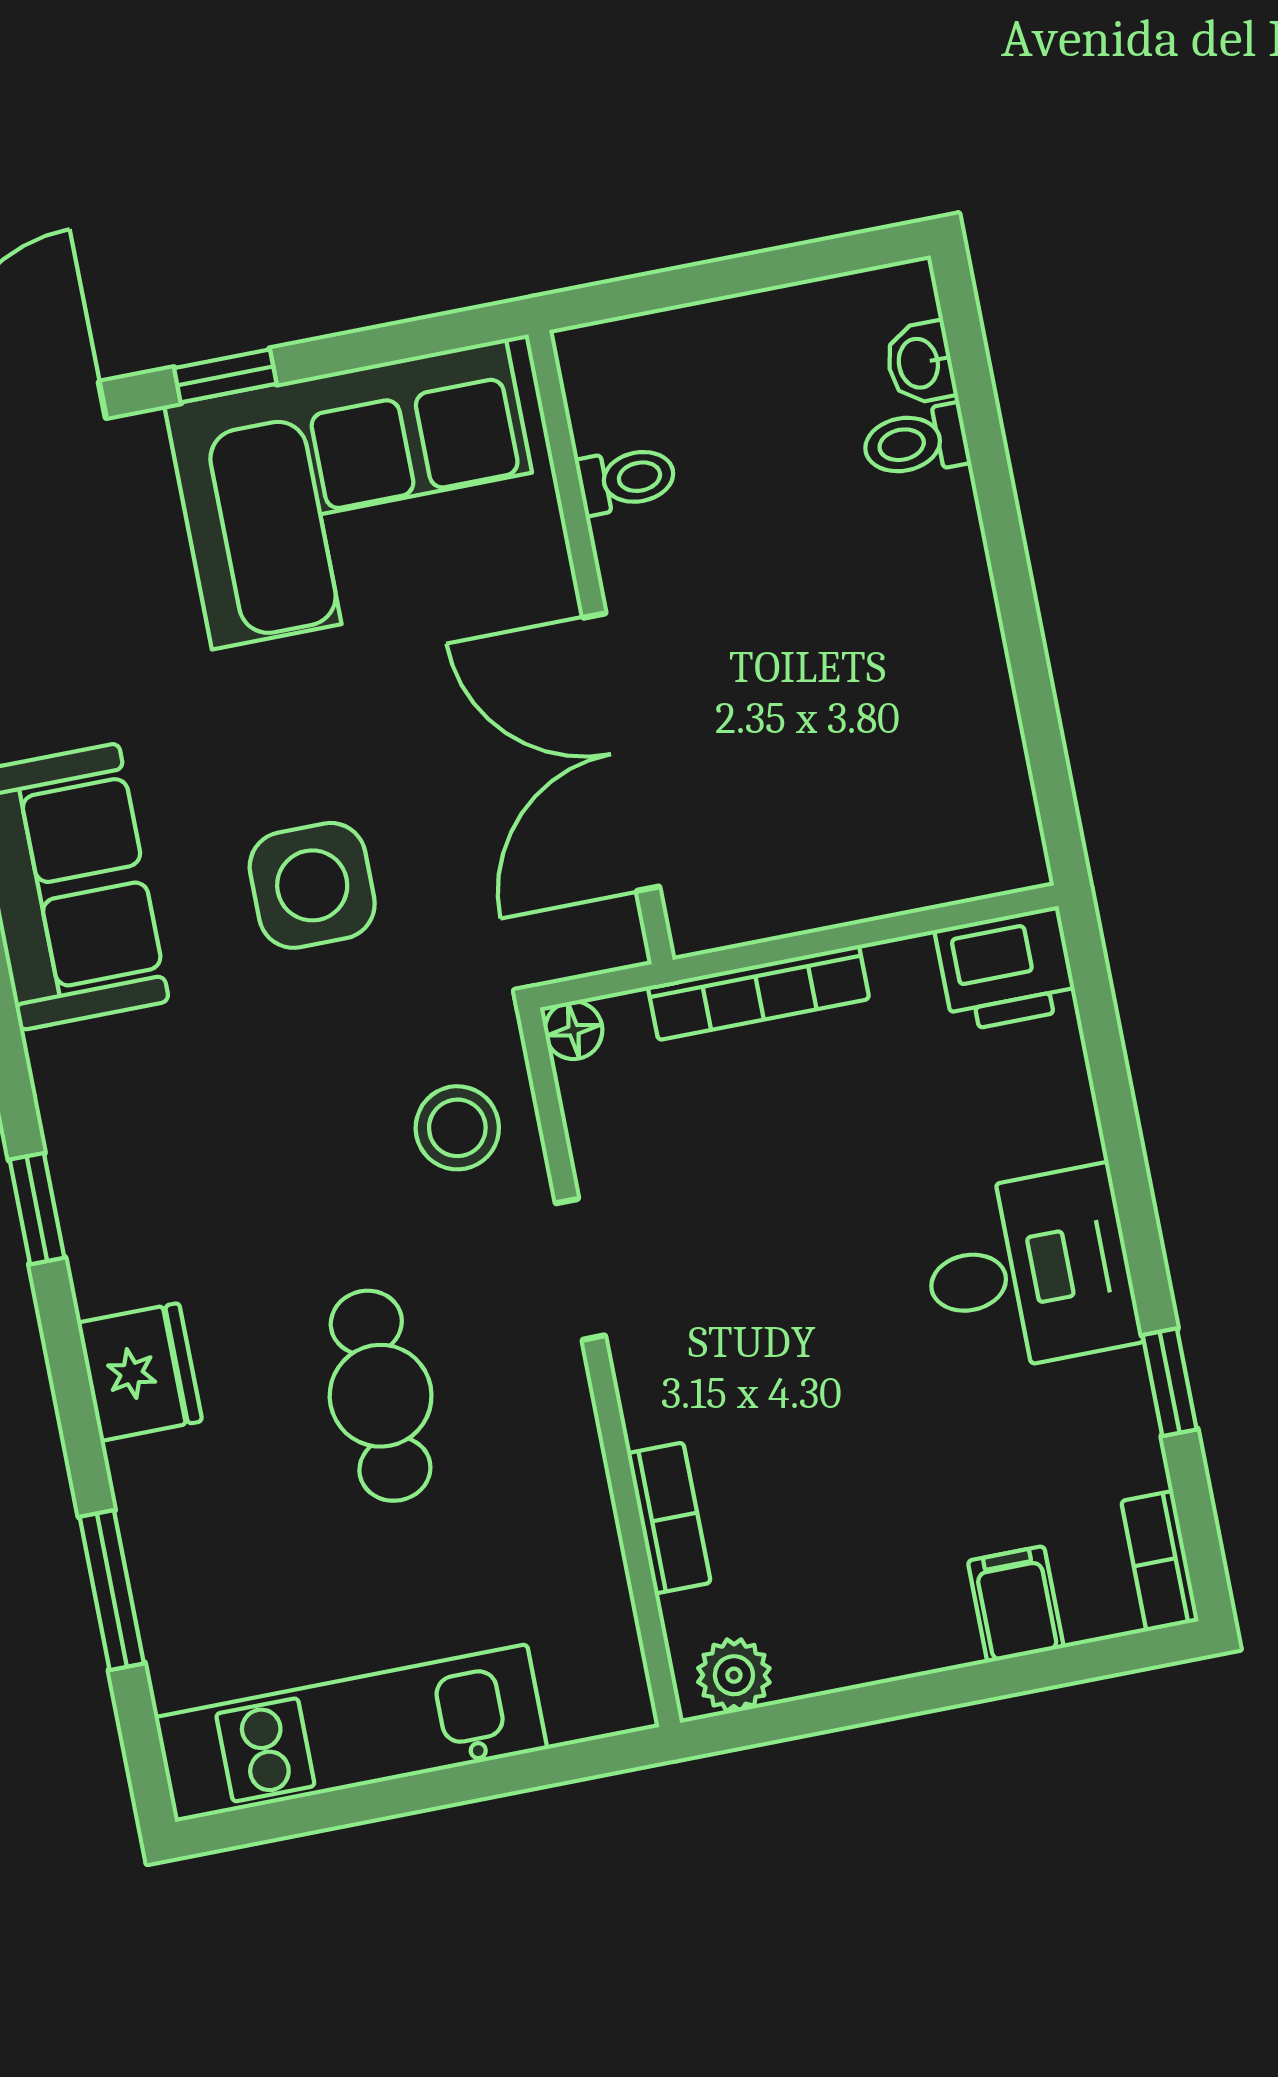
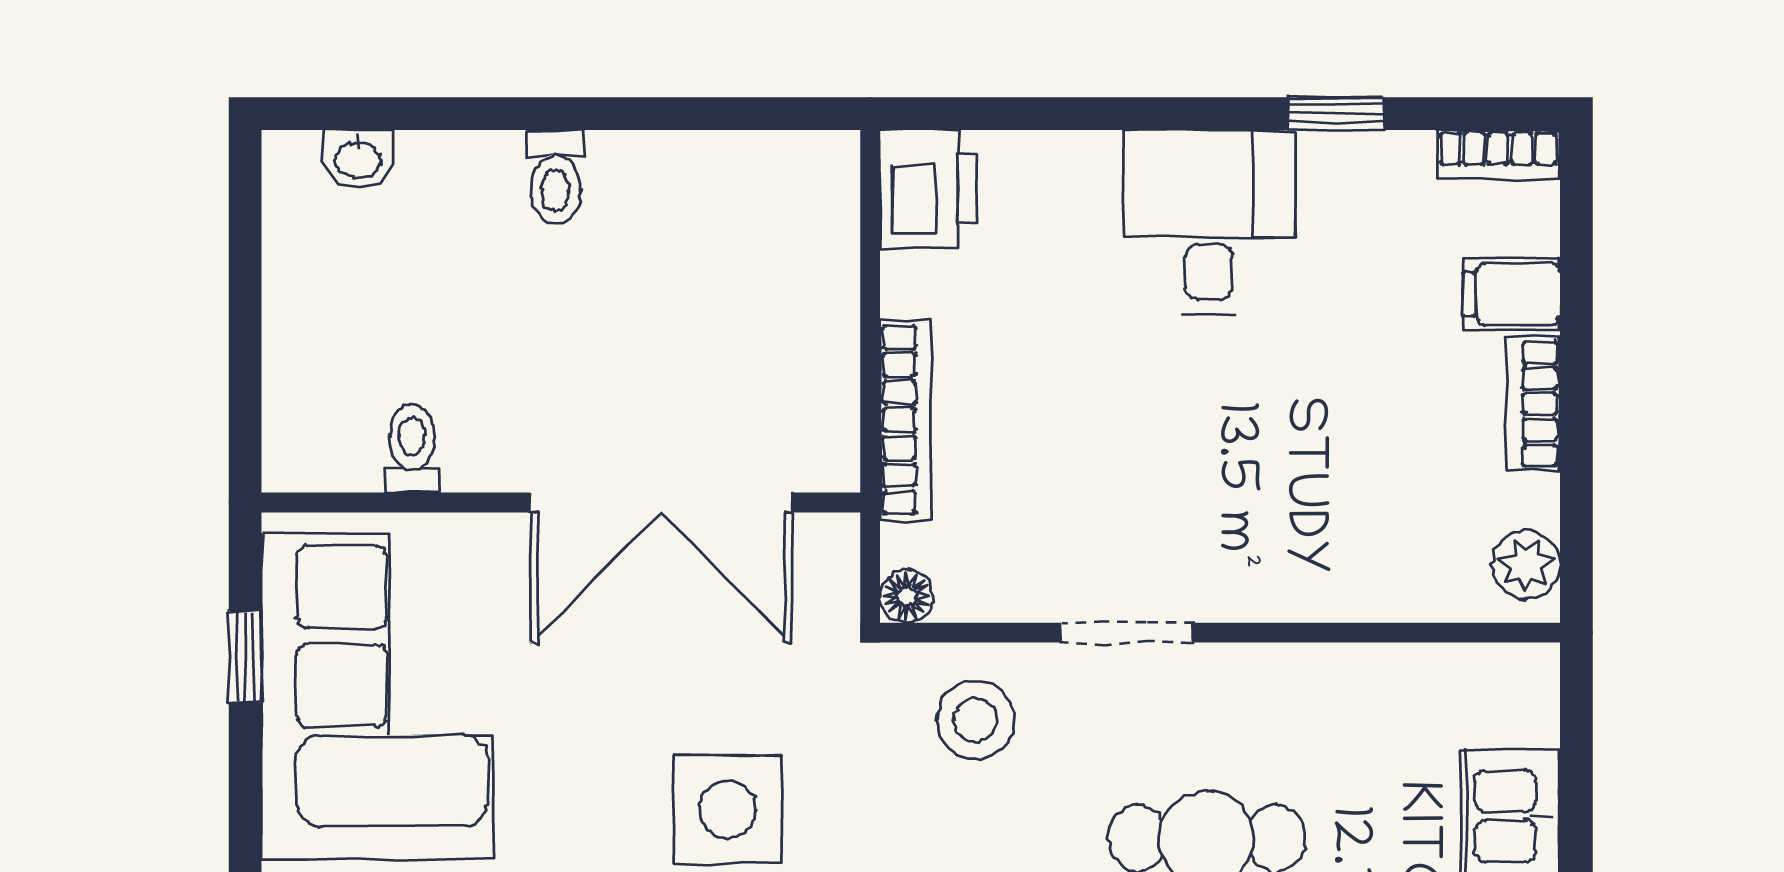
window: (225, 376) -> (245, 657), moved
toilet: (916, 442) -> (556, 177), moved
bookcase: (669, 1518) -> (1533, 404), moved, turned -90

